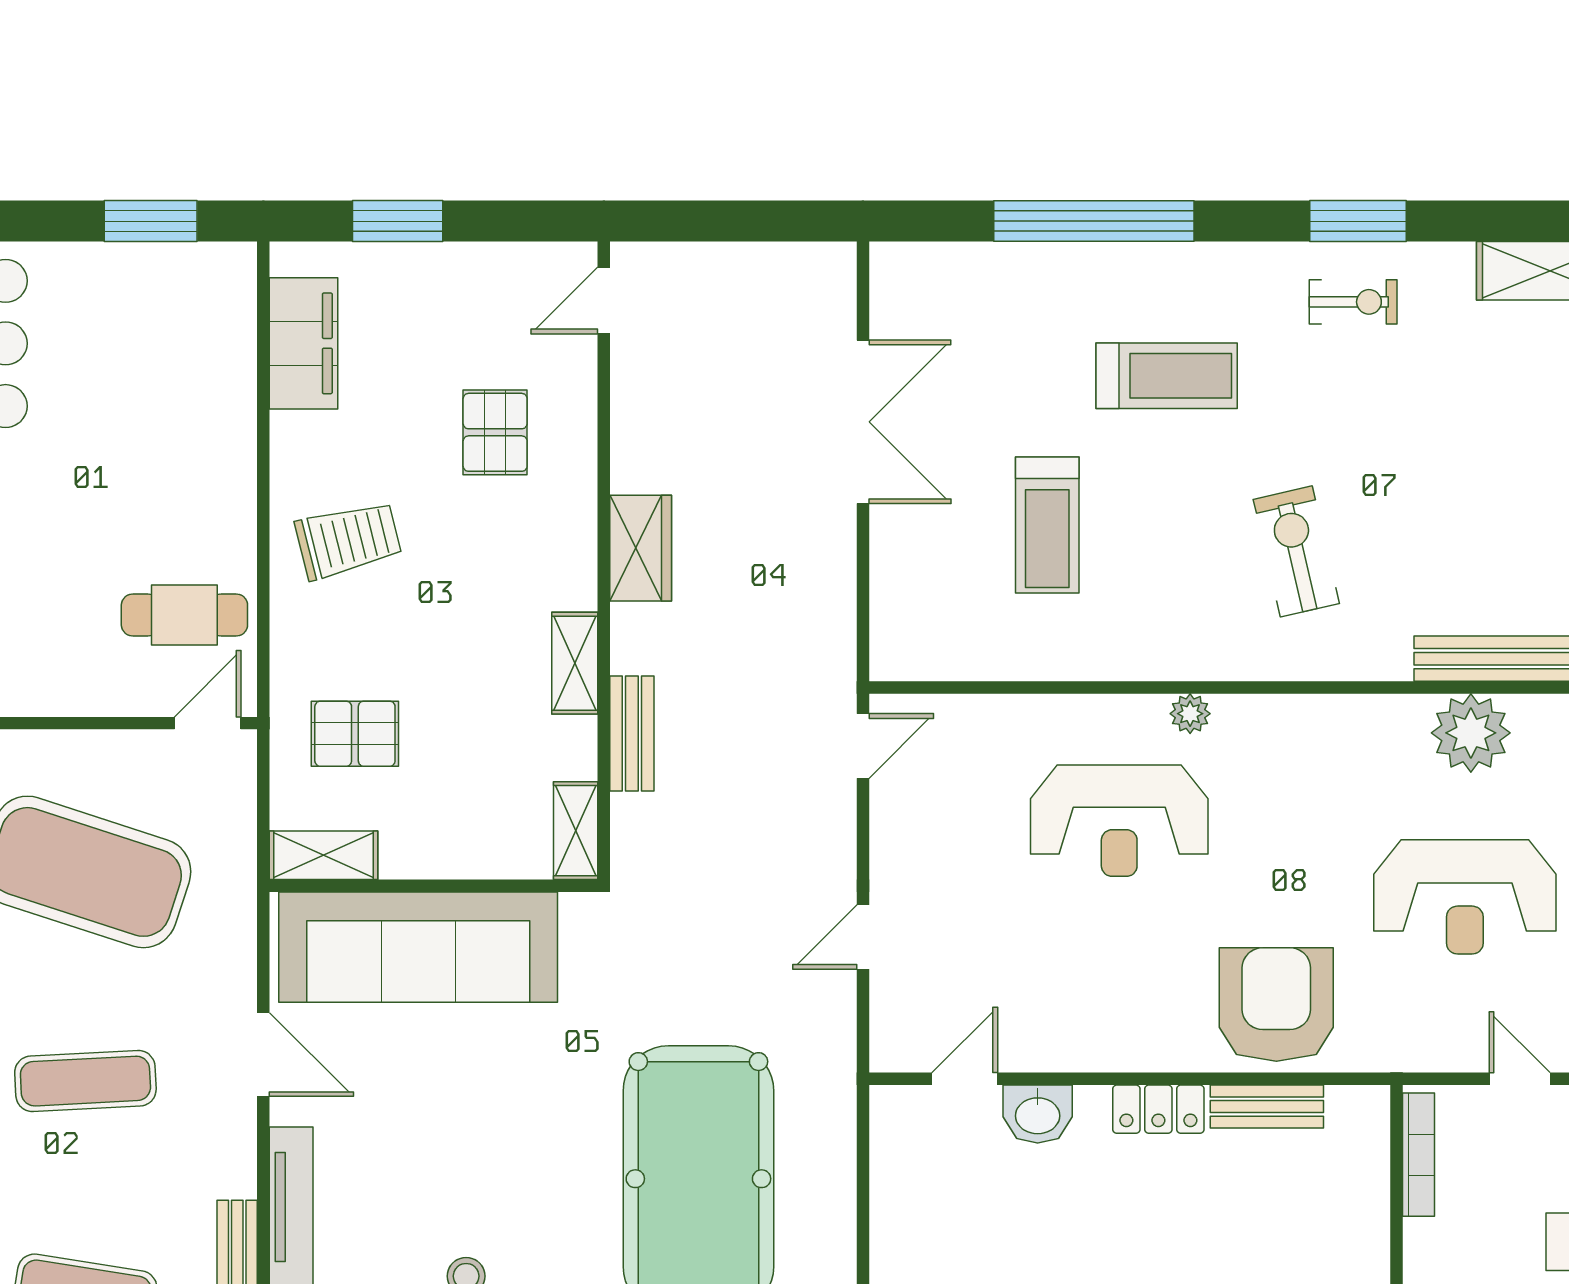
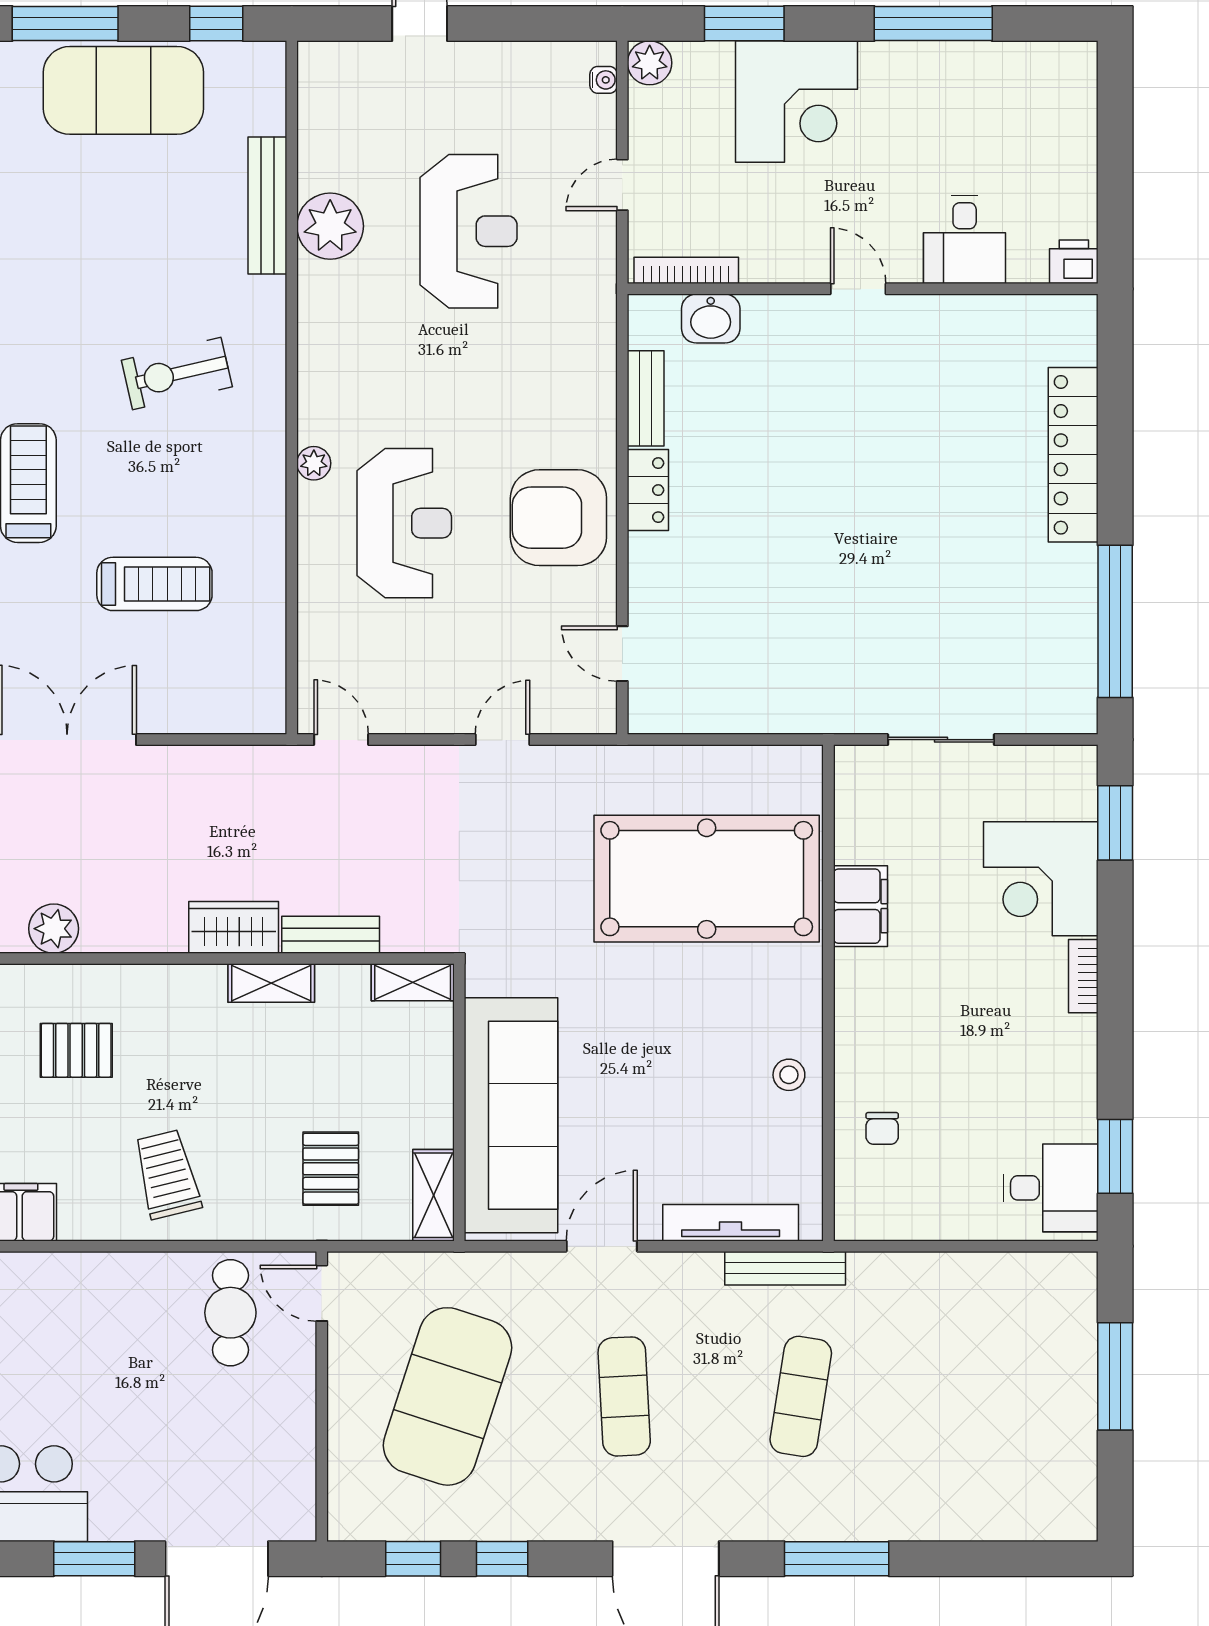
plant: (639, 406) -> (54, 929), added
wardrobe: (641, 548) -> (234, 927), moved
door: (863, 937) -> (502, 740), swing flipped
armchair: (1276, 1005) -> (558, 518), moved
washbasin: (1038, 1114) -> (711, 319), moved, turned 90

